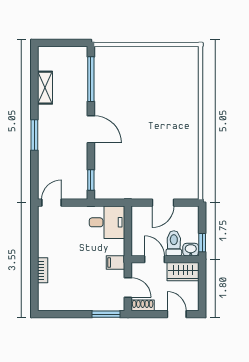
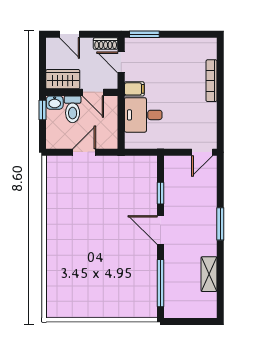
window: (91, 180) -> (160, 193), moved
desk: (107, 222) -> (143, 115), moved
bookcase: (43, 270) -> (212, 81), width x1.56

